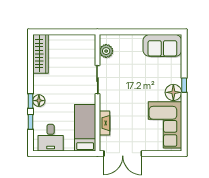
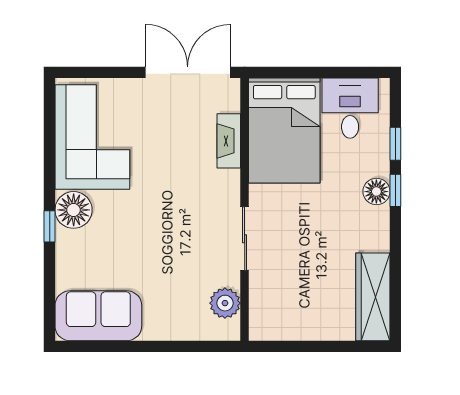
bed: (85, 128) -> (284, 131), width x1.50

